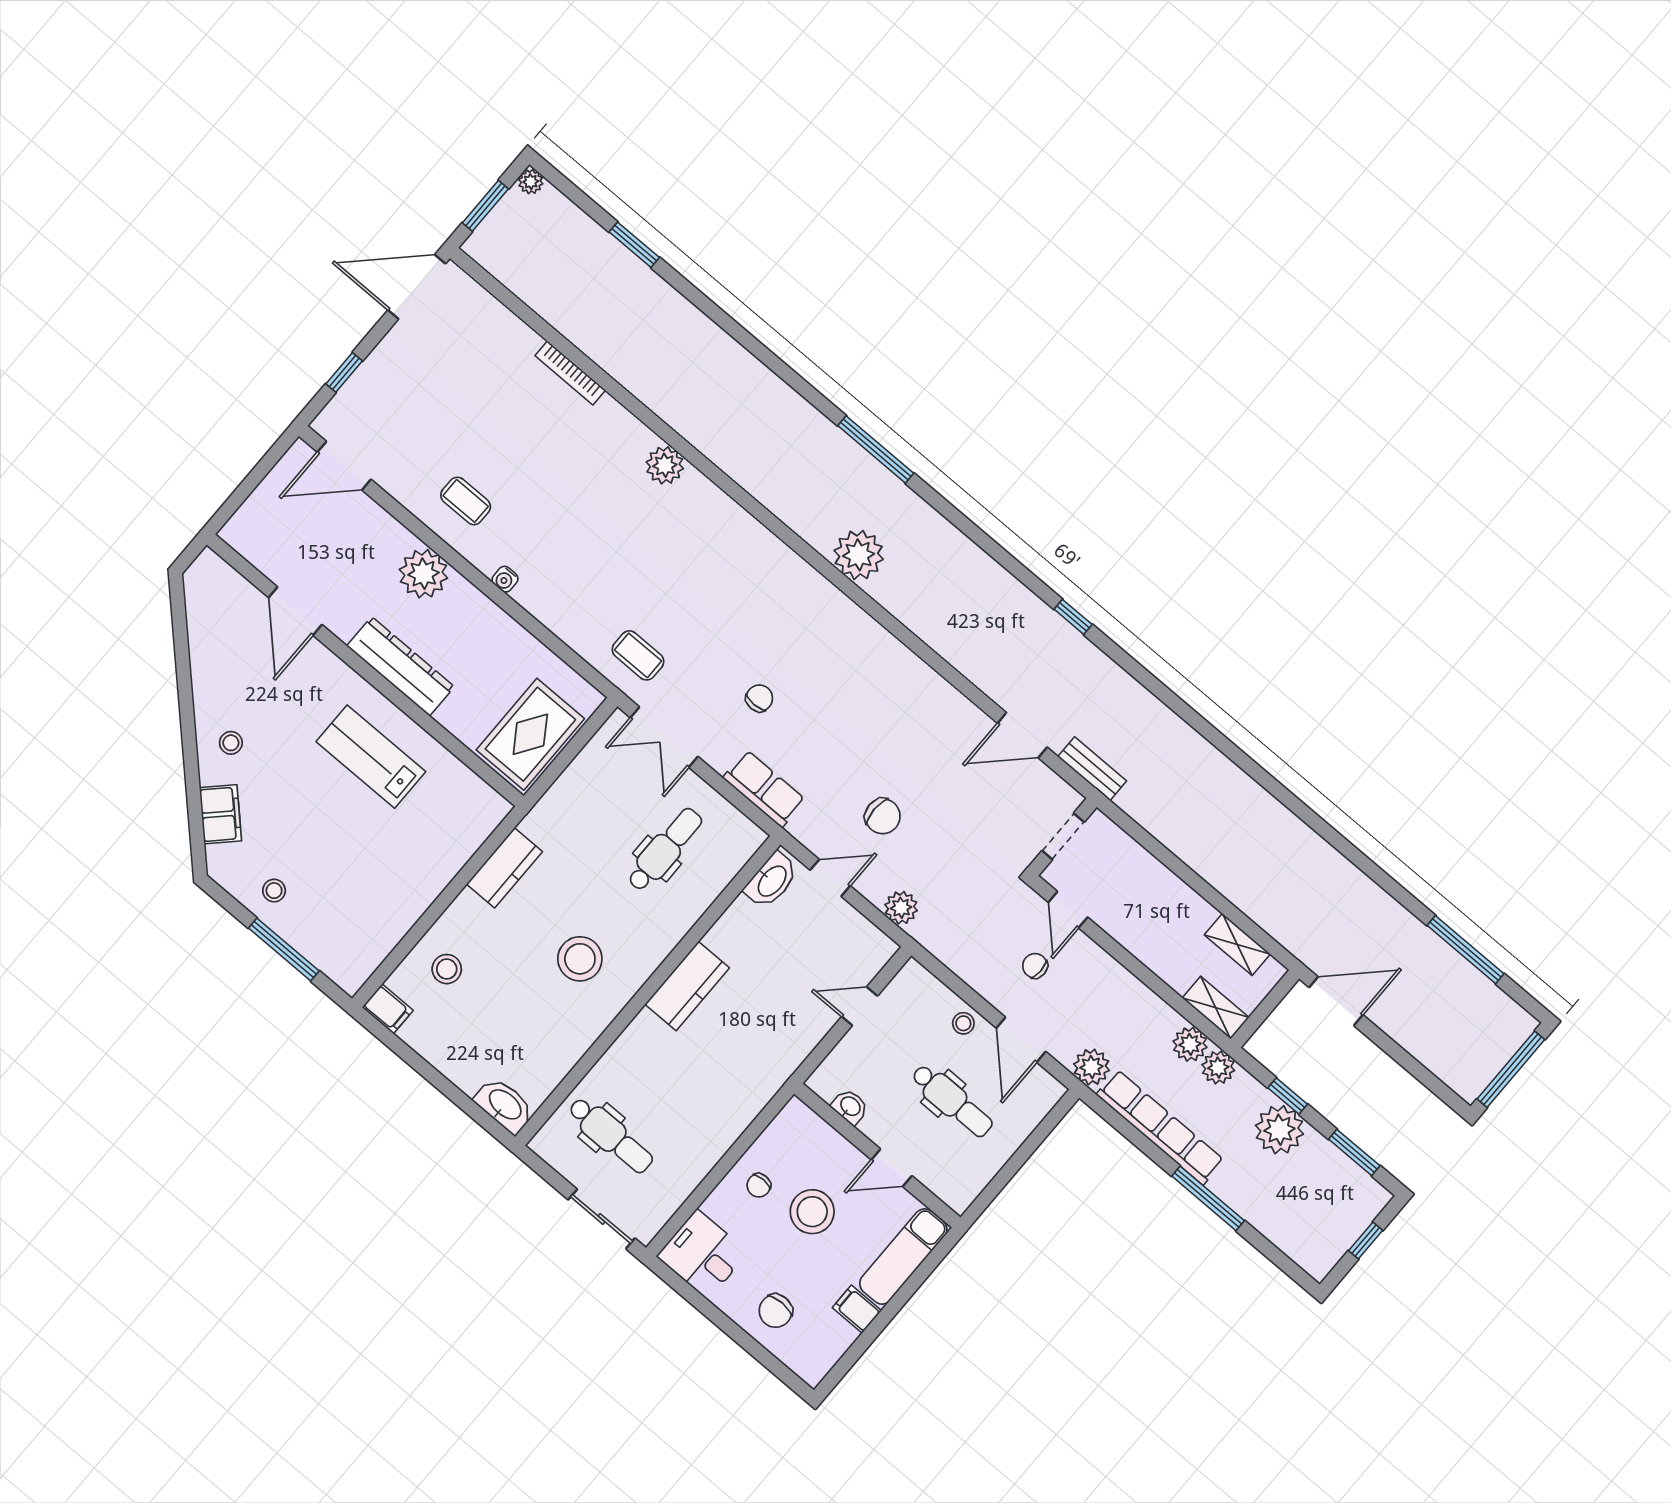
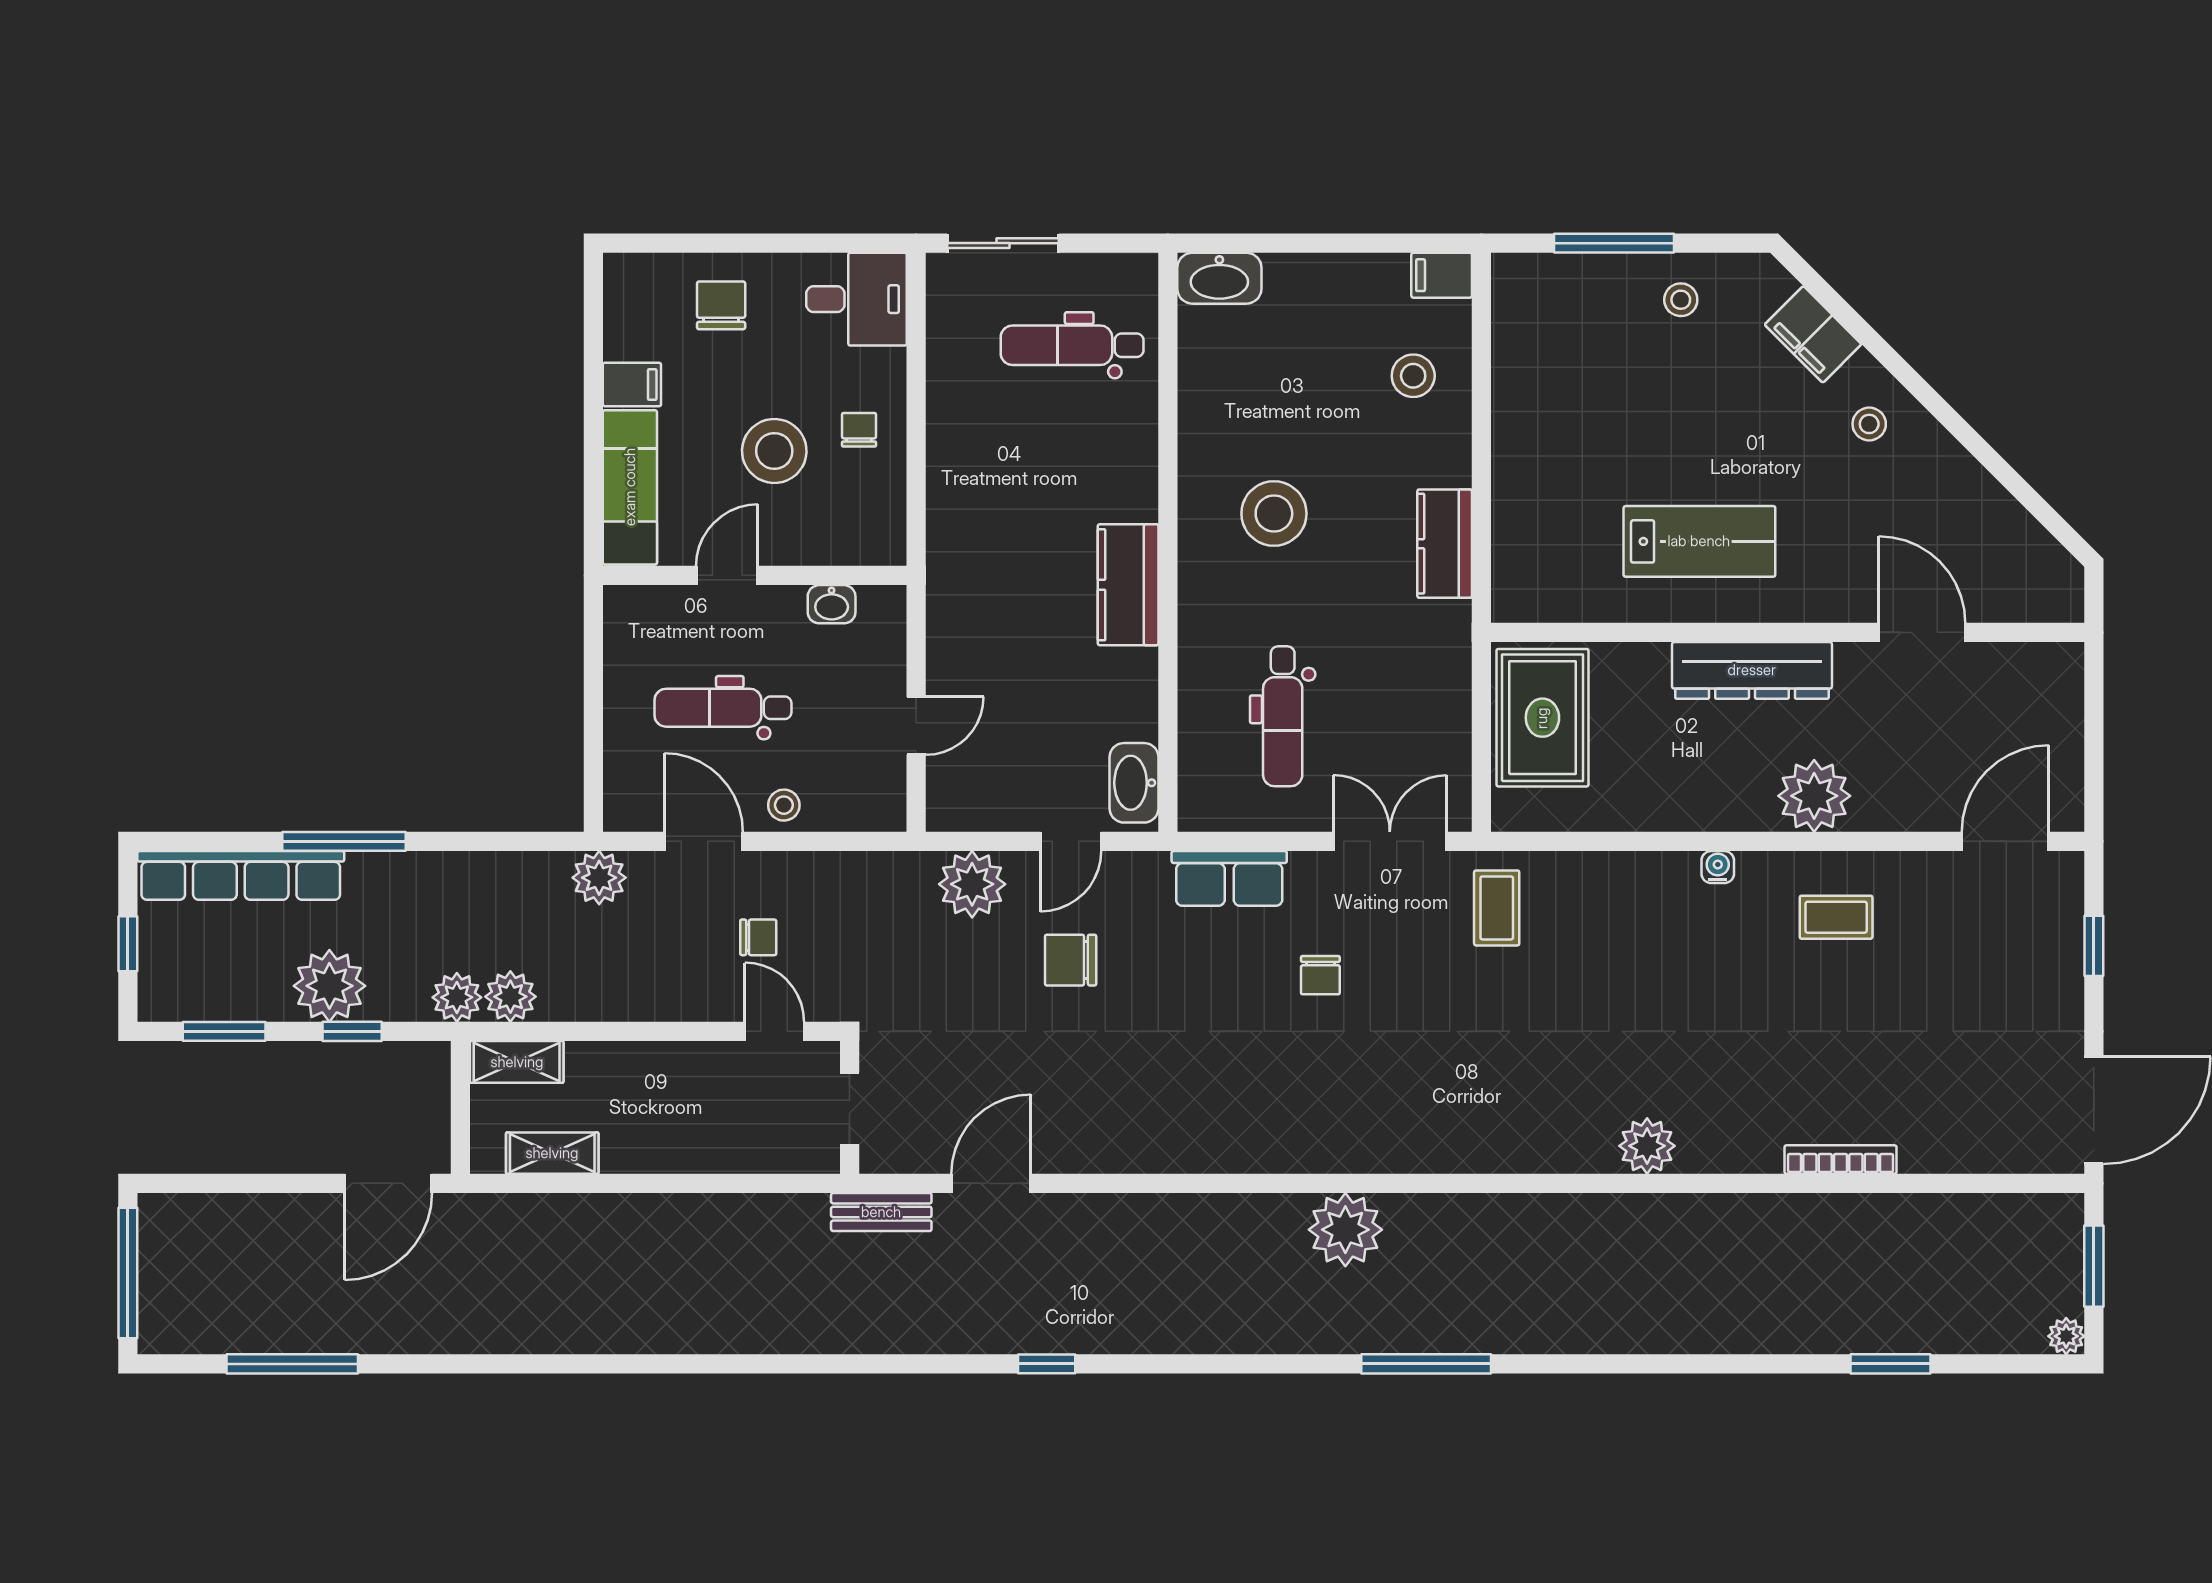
coffee table: (638, 655) -> (1497, 908), turned 90
plant: (901, 908) -> (972, 884), width x1.36, depth x1.36
row of seats: (1160, 1127) -> (241, 875), moved

